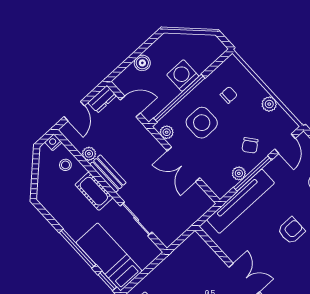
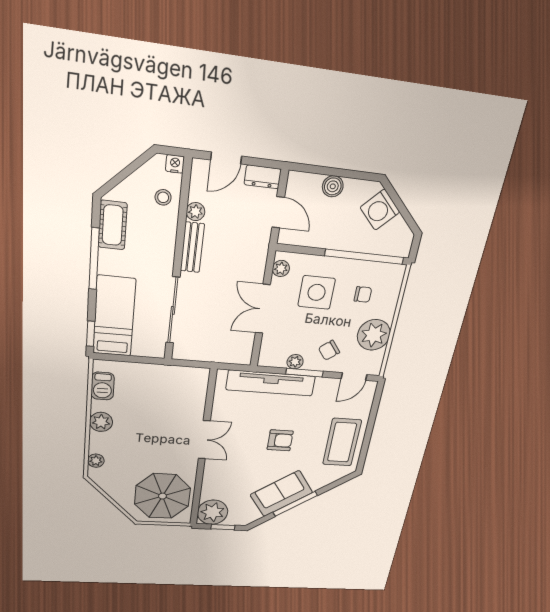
washing machine: (183, 76) -> (380, 210), moved, turned -135
window: (179, 98) -> (364, 257), moved
plant: (269, 104) -> (374, 335), width x1.88, depth x1.88
window: (253, 174) -> (305, 373), width x0.69
cot: (94, 191) -> (113, 225), moved
sliding door: (136, 219) -> (173, 310), width x1.37
window: (78, 249) -> (94, 259), moved

